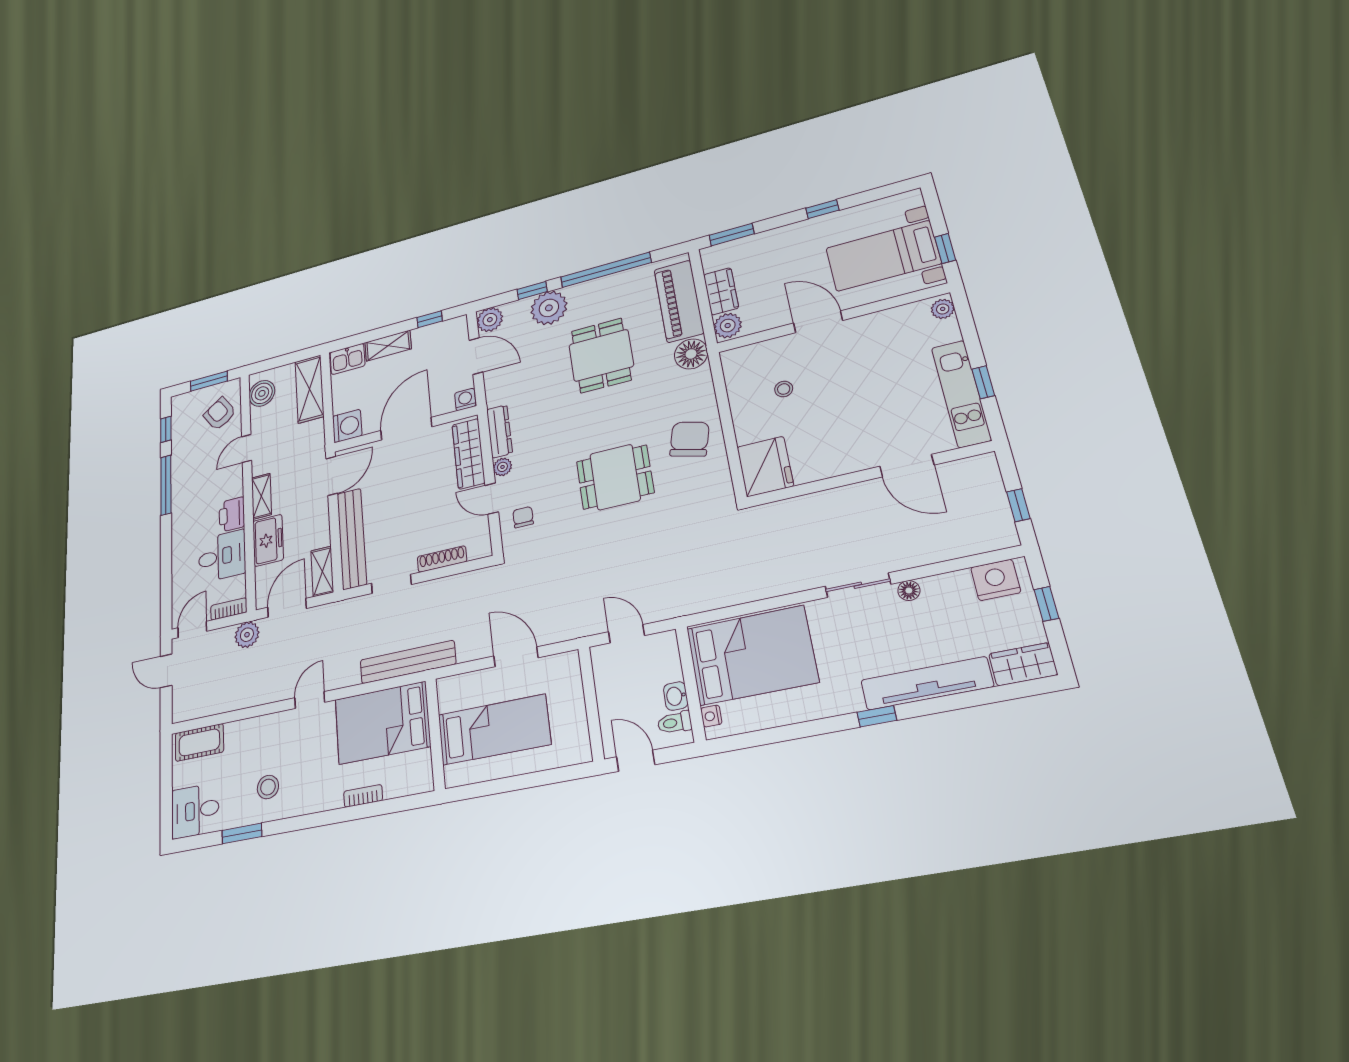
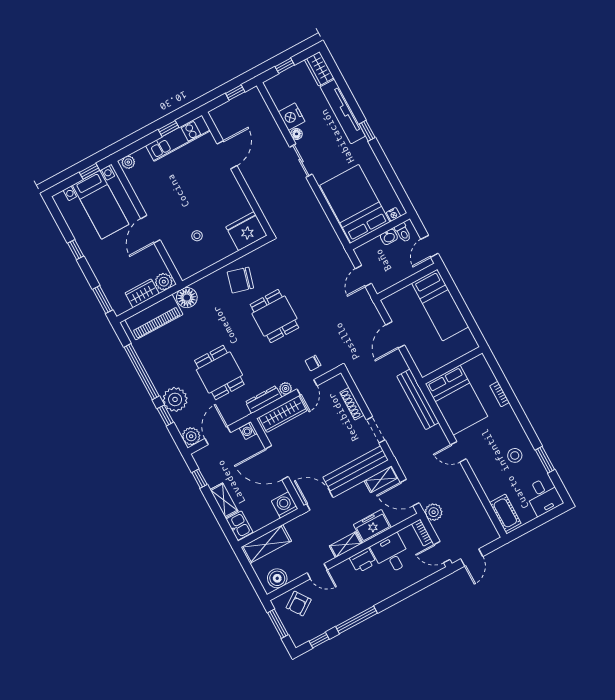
dining table: (601, 355) -> (219, 372), moved, turned 90
nightstand: (996, 580) -> (292, 117), moved
bed: (494, 730) -> (440, 305), moved, turned 180

